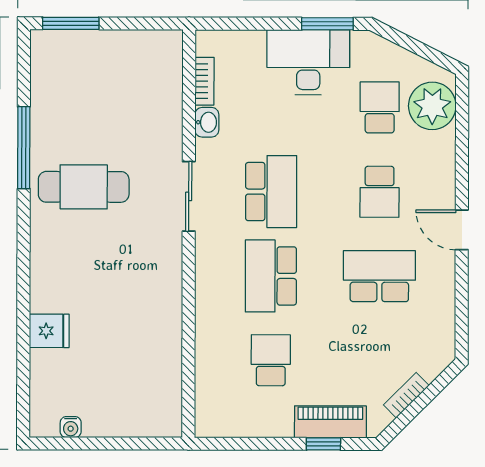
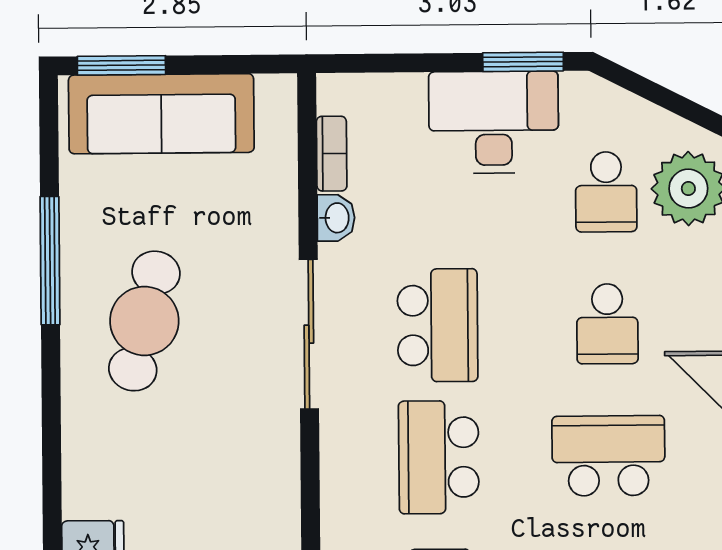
sofa: (96, 55) -> (161, 114), added
school desk: (380, 107) -> (606, 192), turned 180
cafe table: (84, 187) -> (144, 321), turned -76
sliding door: (189, 196) -> (309, 334), width x1.37

